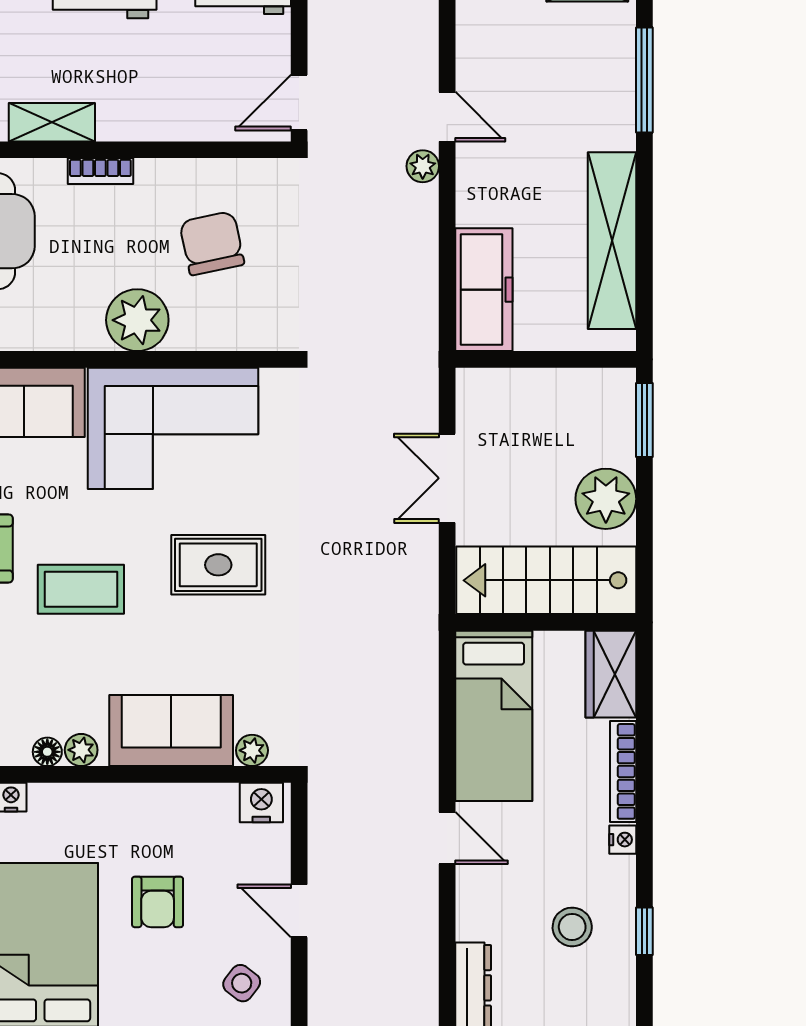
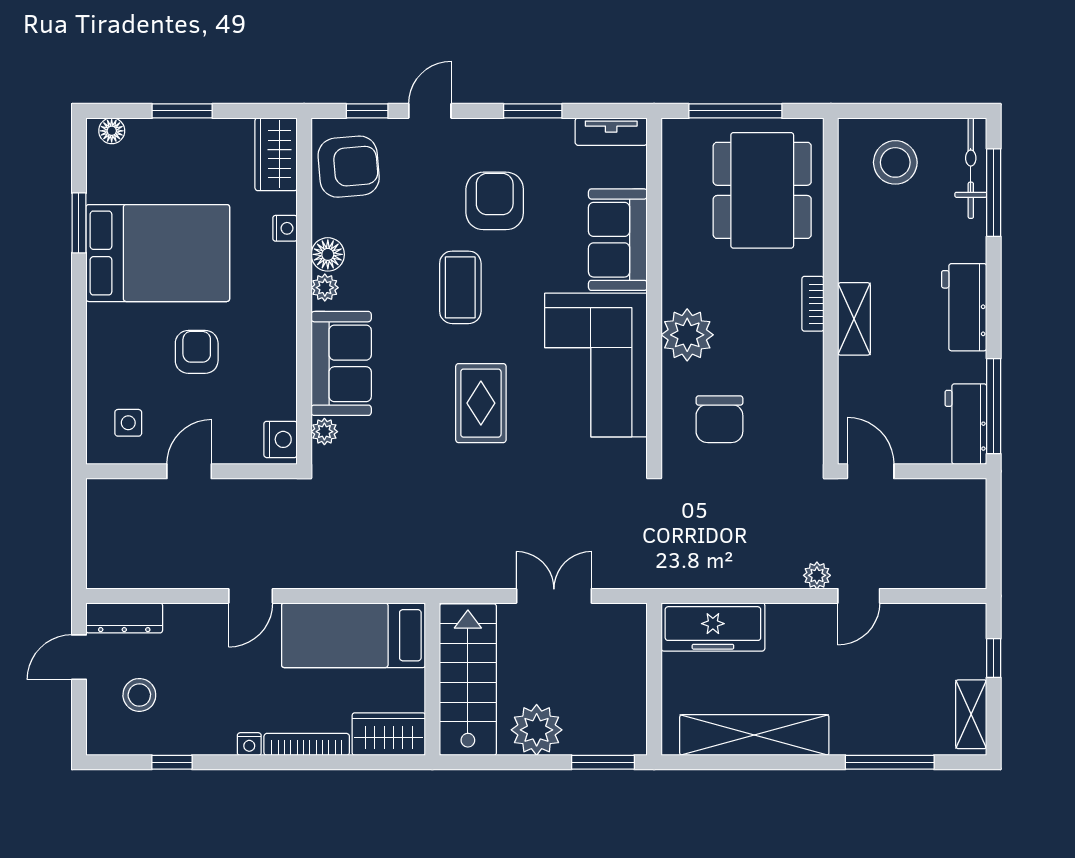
shelving: (52, 122) -> (854, 319), moved
chair: (212, 243) -> (719, 419), moved, turned 102
floor lamp: (47, 752) -> (328, 254), width x1.37, depth x1.37
armchair: (158, 902) -> (197, 352), turned 90
stool: (572, 927) -> (139, 695), moved
side table: (242, 983) -> (128, 423), turned -37

